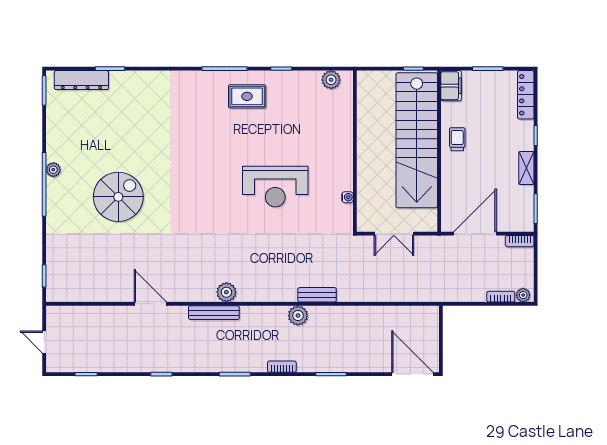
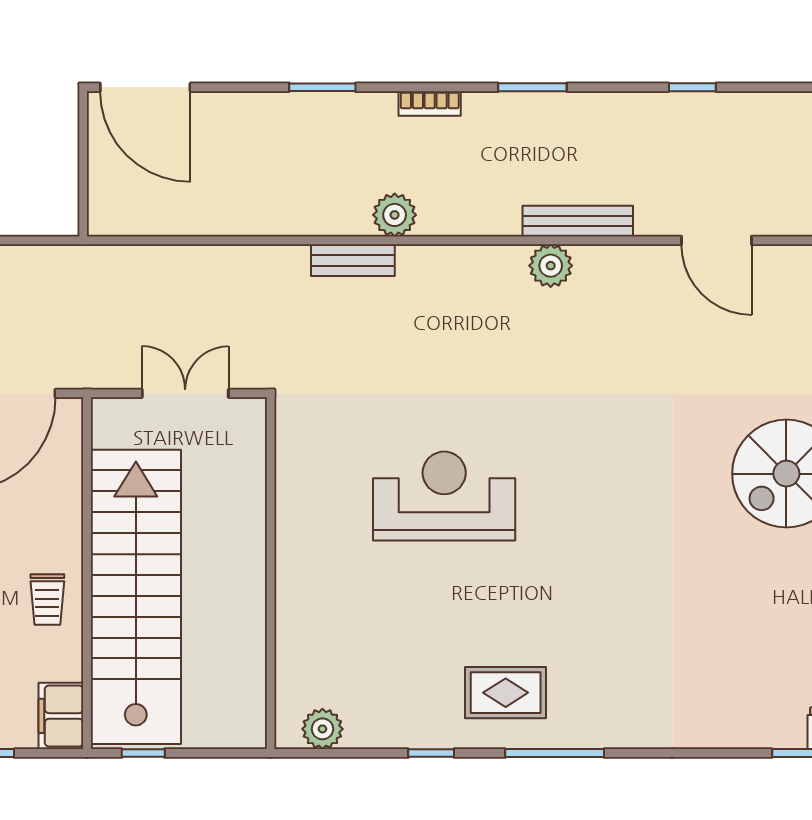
water cooler: (347, 197) -> (287, 473), removed

